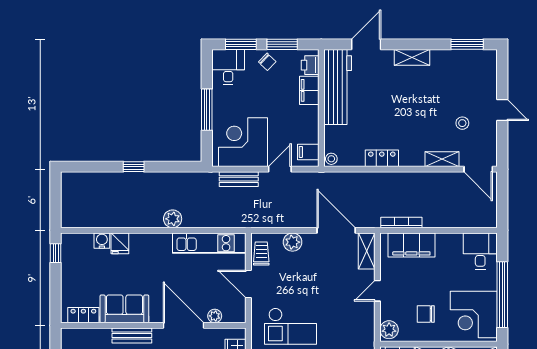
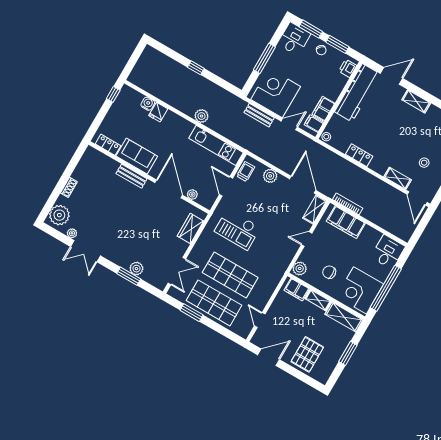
filing cabinet: (309, 90) -> (323, 109), moved

